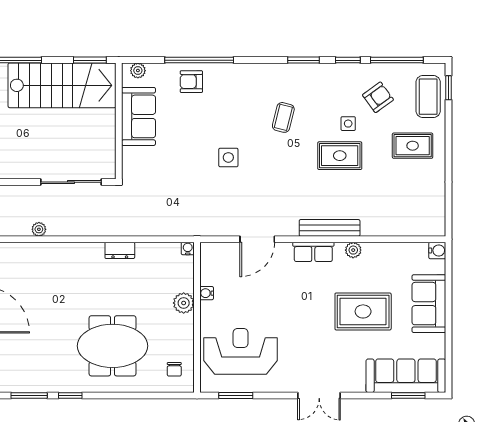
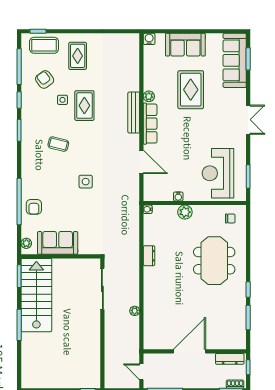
row of seats: (313, 252) -> (150, 124), width x1.48

